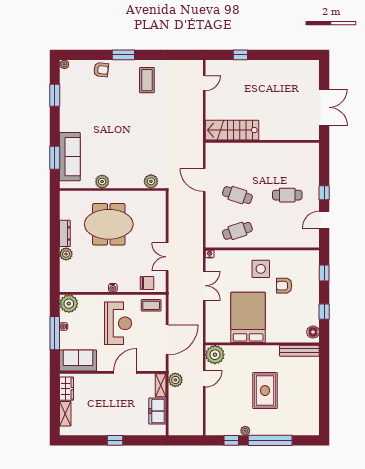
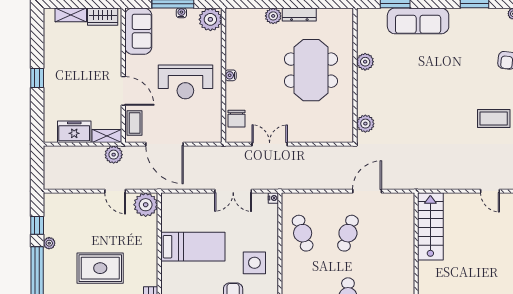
sofa: (70, 157) -> (418, 21), moved
coffee table: (151, 305) -> (135, 123), moved
bed: (248, 317) -> (193, 247), width x0.67

